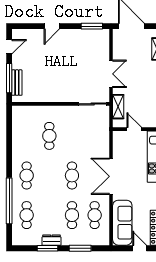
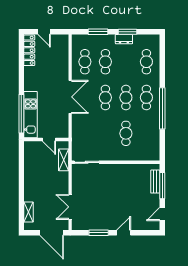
window: (92, 26) -> (99, 233), moved
double door: (111, 74) -> (70, 207), moved
cafe table: (49, 175) -> (126, 98), added
window: (9, 201) -> (162, 108), moved
sofa: (122, 223) -> (60, 55), removed

